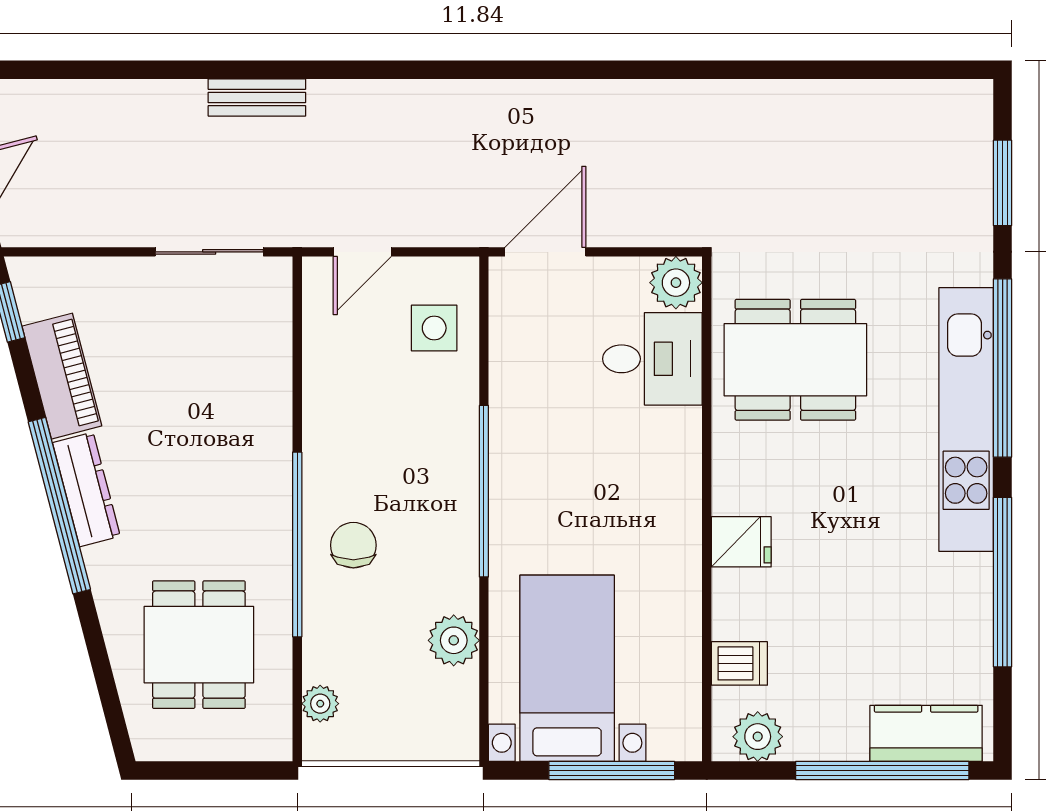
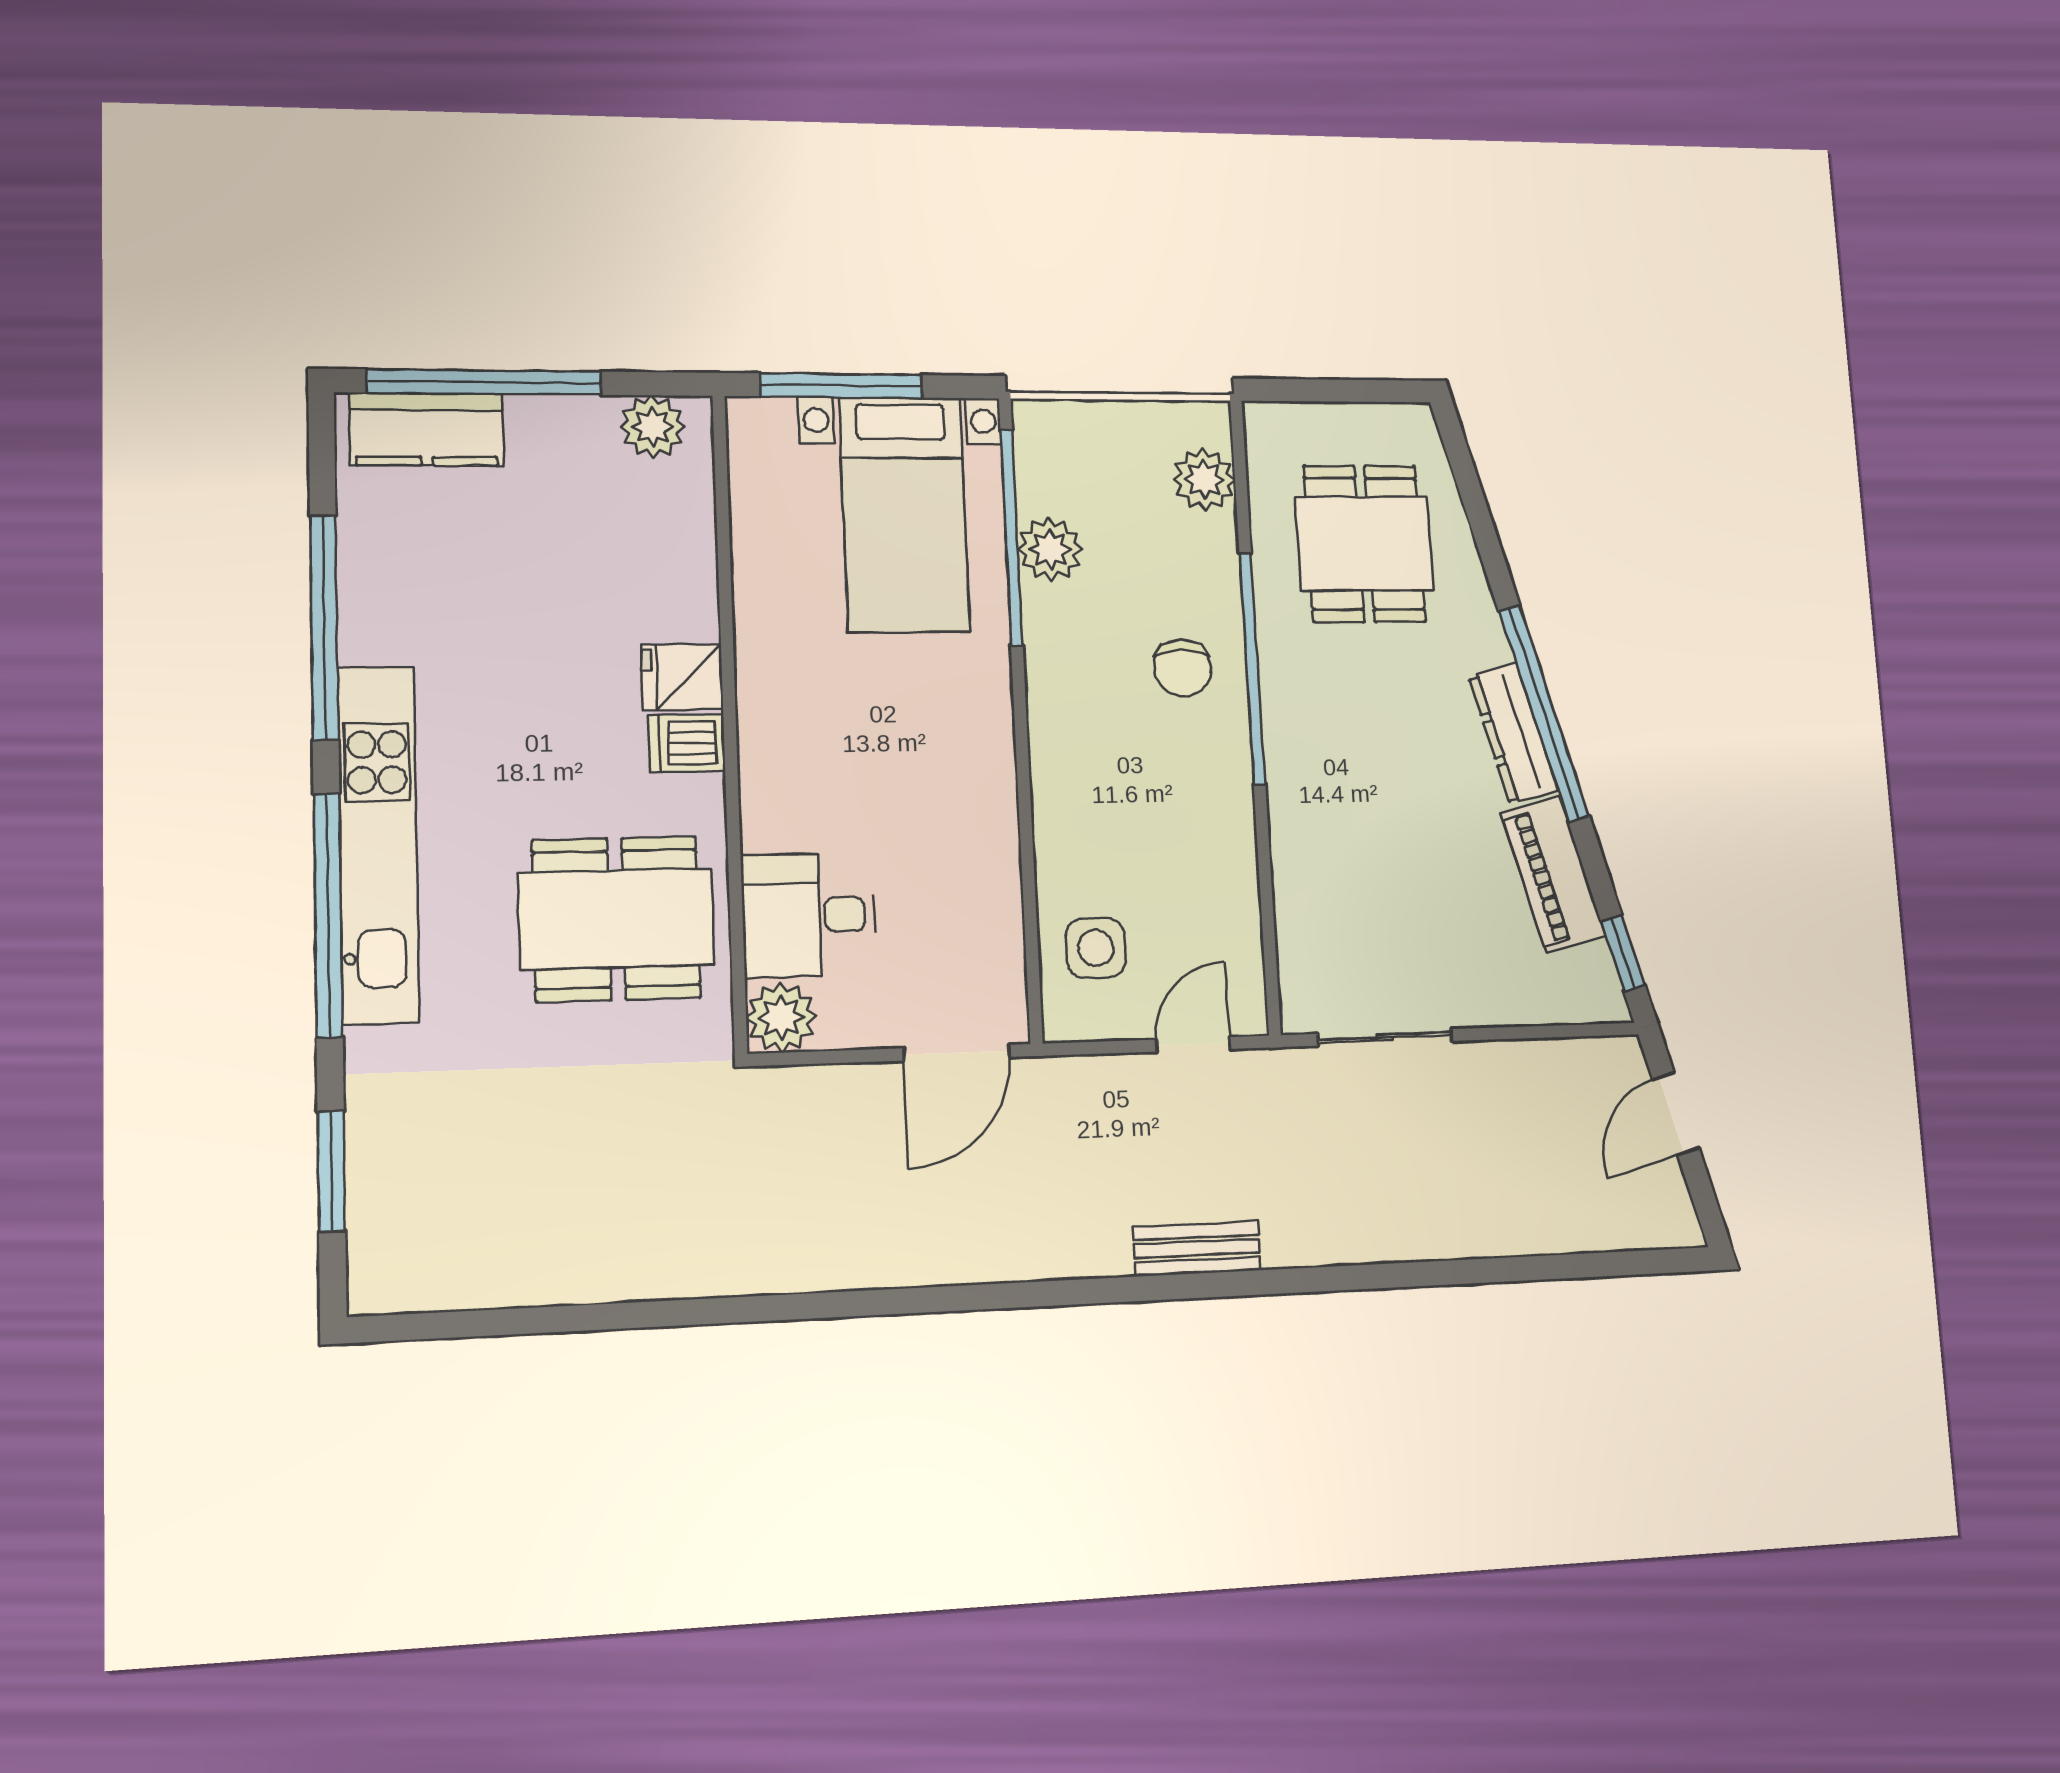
bench: (257, 98) -> (1197, 1249), moved
window: (484, 491) -> (1012, 537), moved
dishwasher: (739, 663) -> (687, 743), moved
plant: (320, 704) -> (1204, 480), width x1.38, depth x1.38

